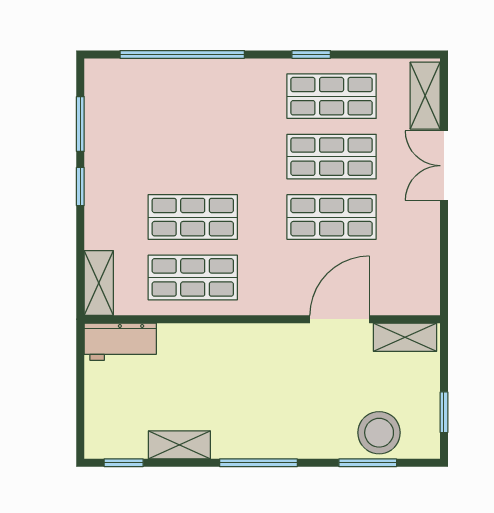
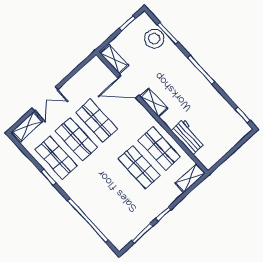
workbench: (120, 342) -> (188, 137), moved
shelving: (179, 445) -> (154, 103), moved

